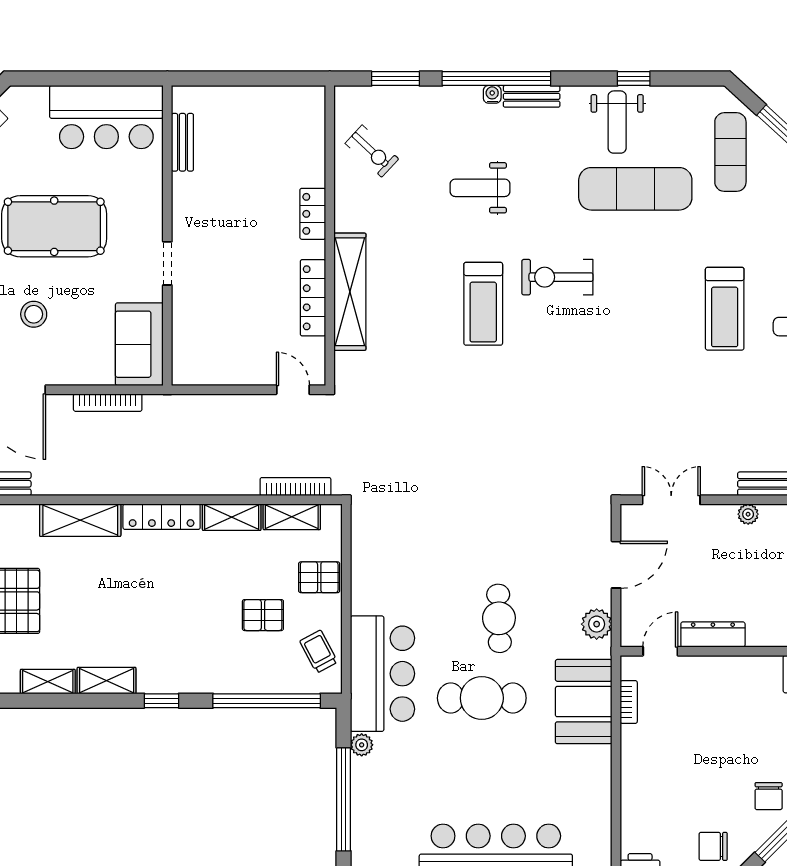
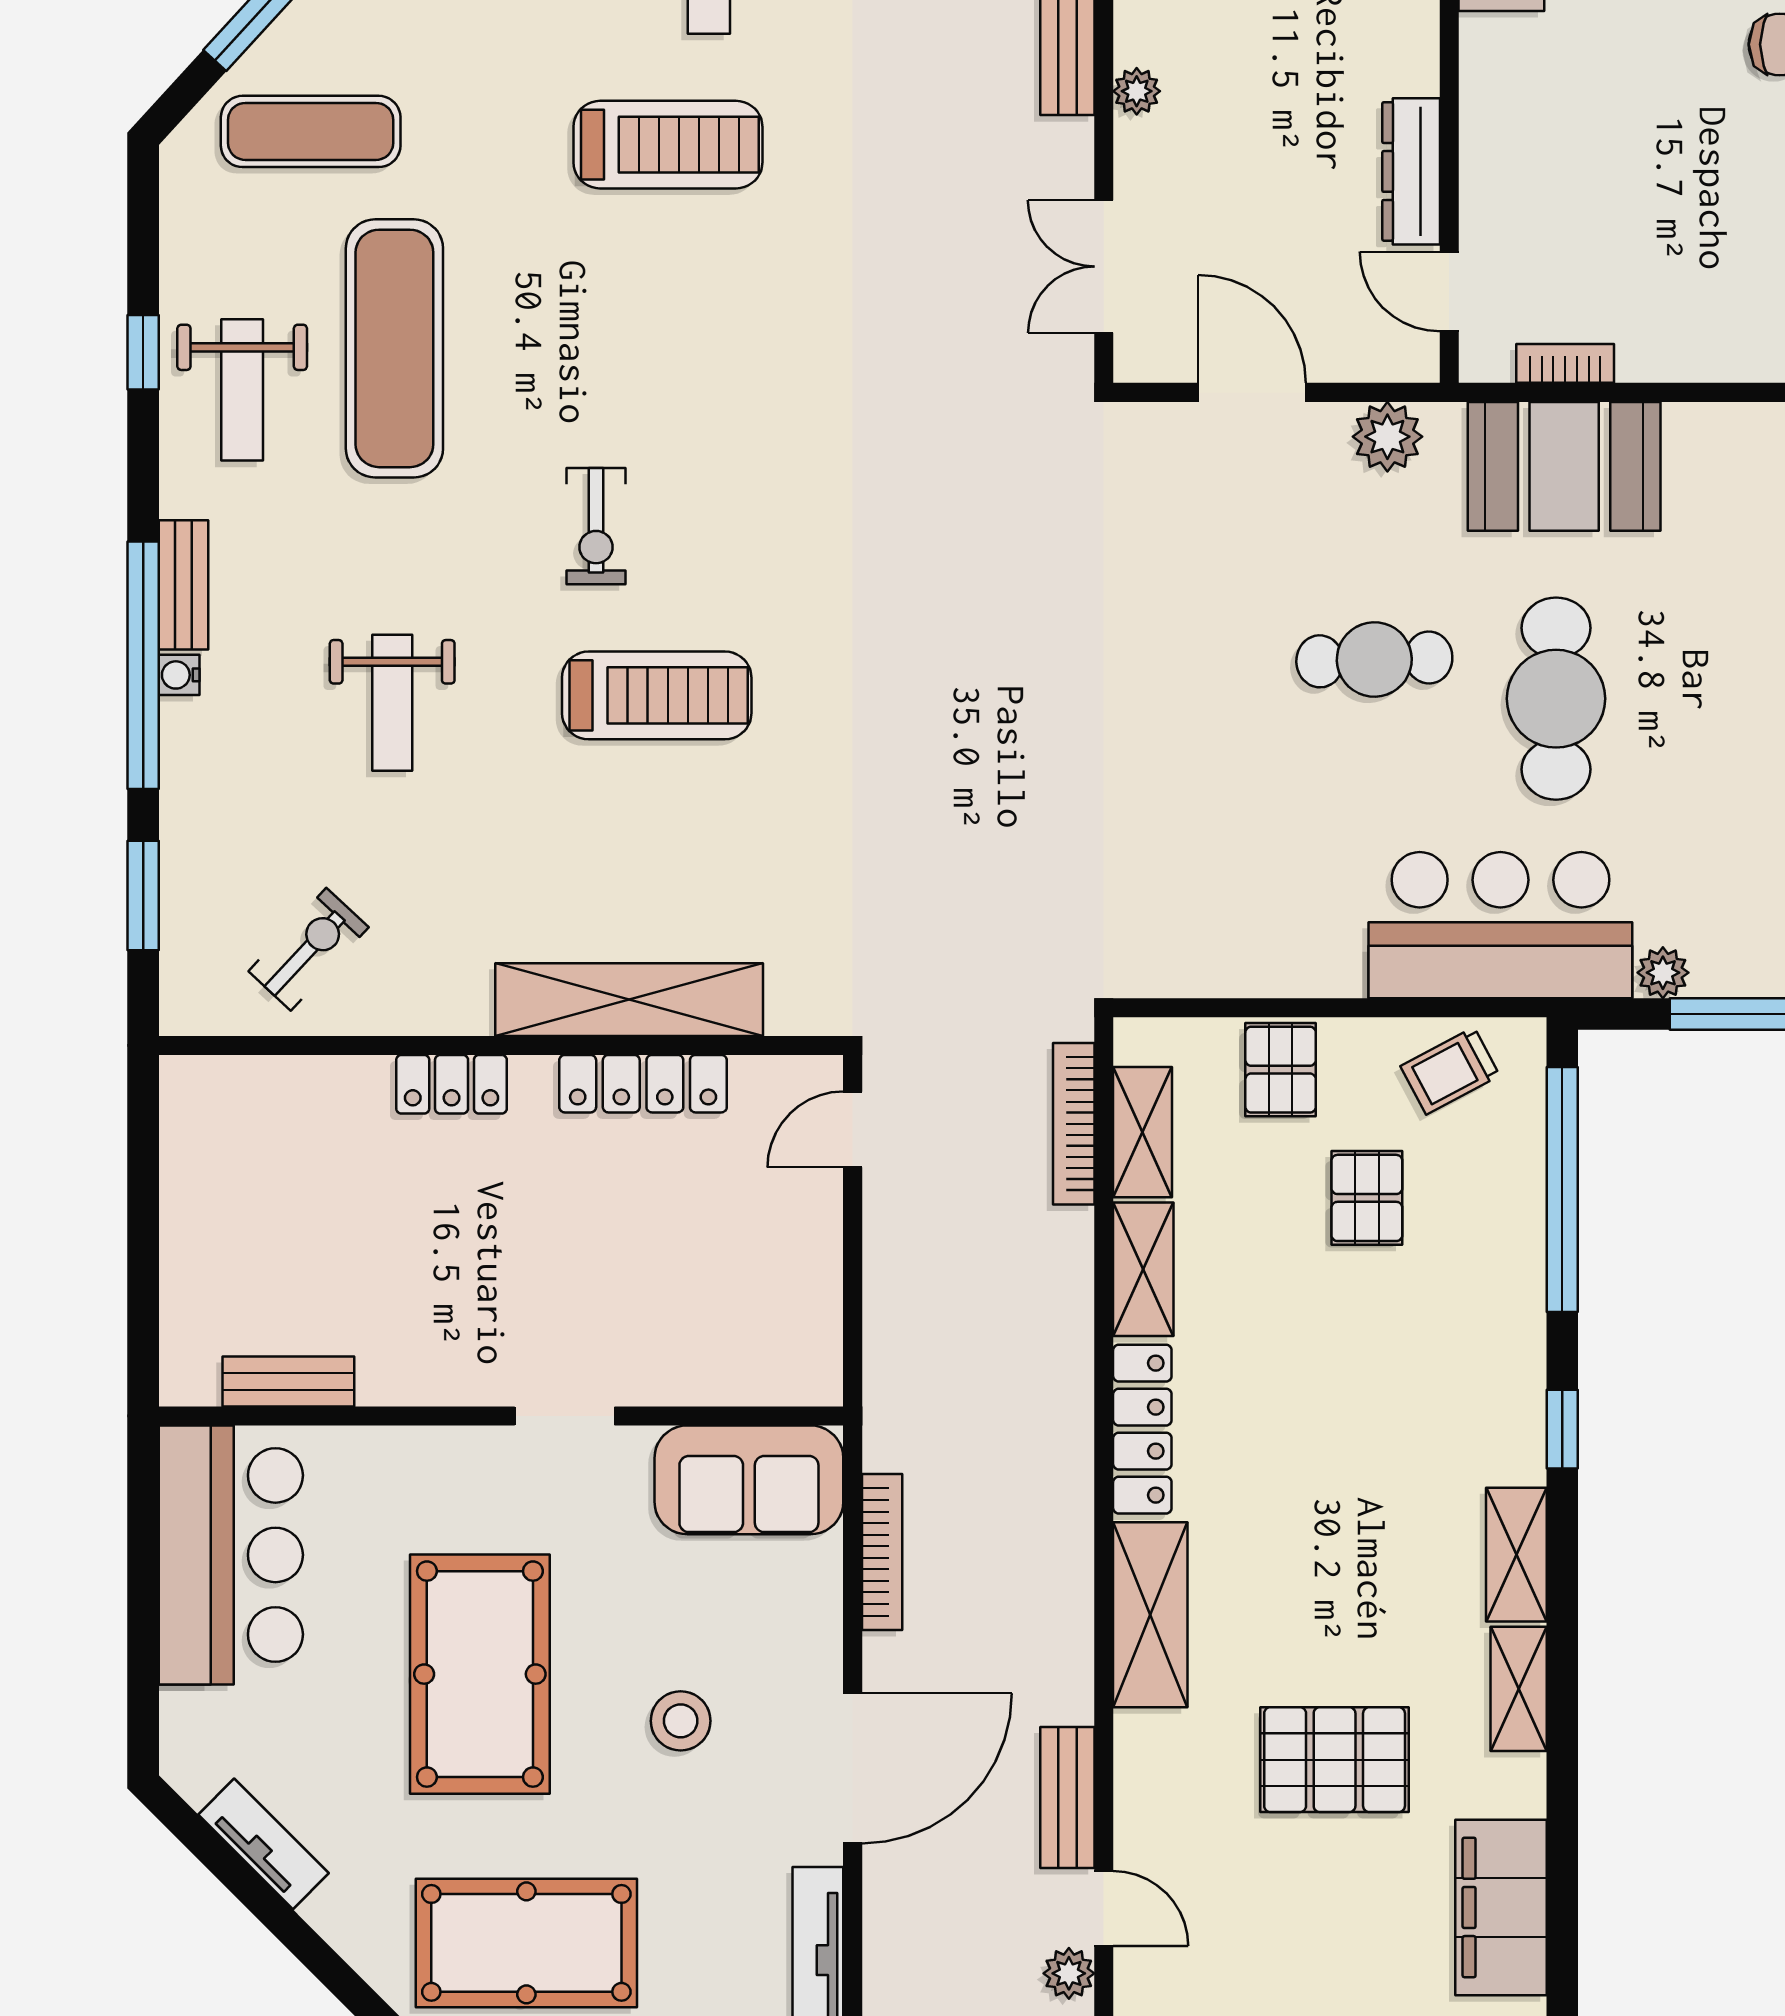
weight bench: (617, 122) -> (242, 390), turned 90
exercise bike: (557, 277) -> (596, 526), width x0.73, depth x0.72

